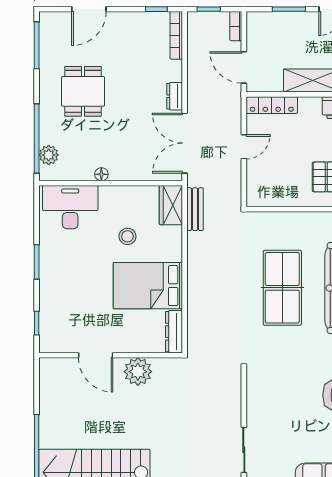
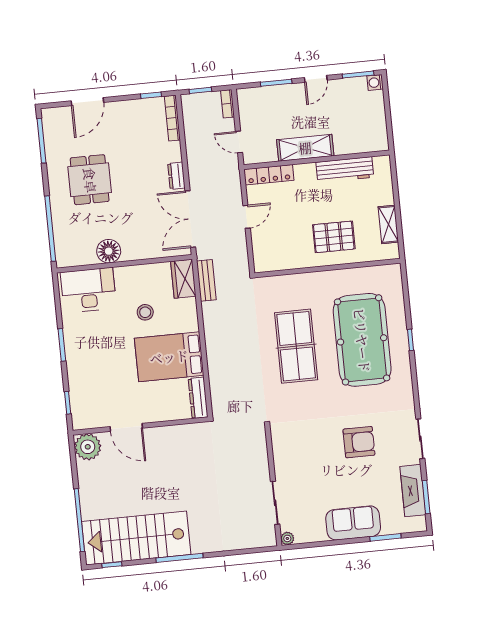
door: (244, 67) -> (239, 142), width x0.73
plant: (49, 155) -> (63, 243), removed
floor lamp: (101, 174) -> (109, 251), width x1.89, depth x1.89
plant: (138, 372) -> (88, 447), moved

